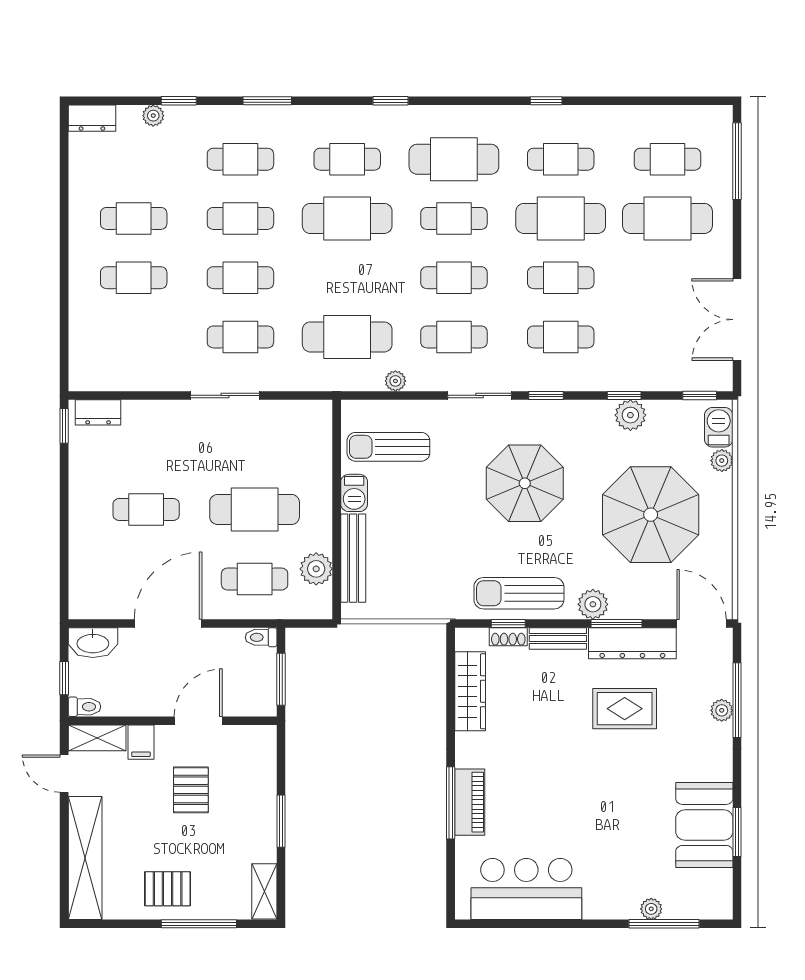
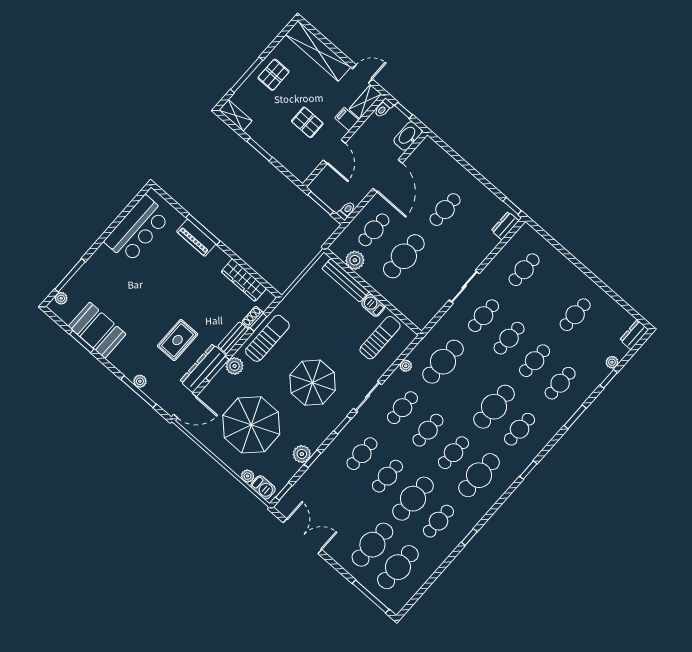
cafe table: (667, 159) -> (398, 567), width x1.37, depth x1.35
cafe table: (134, 278) -> (524, 270), moved
plant: (651, 909) -> (61, 298), moved

